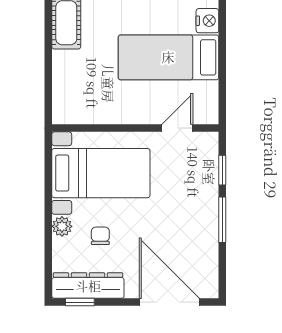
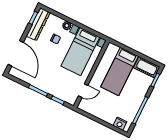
bed: (168, 57) -> (120, 72), moved, turned 180
door: (177, 128) -> (83, 91), hinge flipped
door: (169, 302) -> (16, 53), hinge flipped

